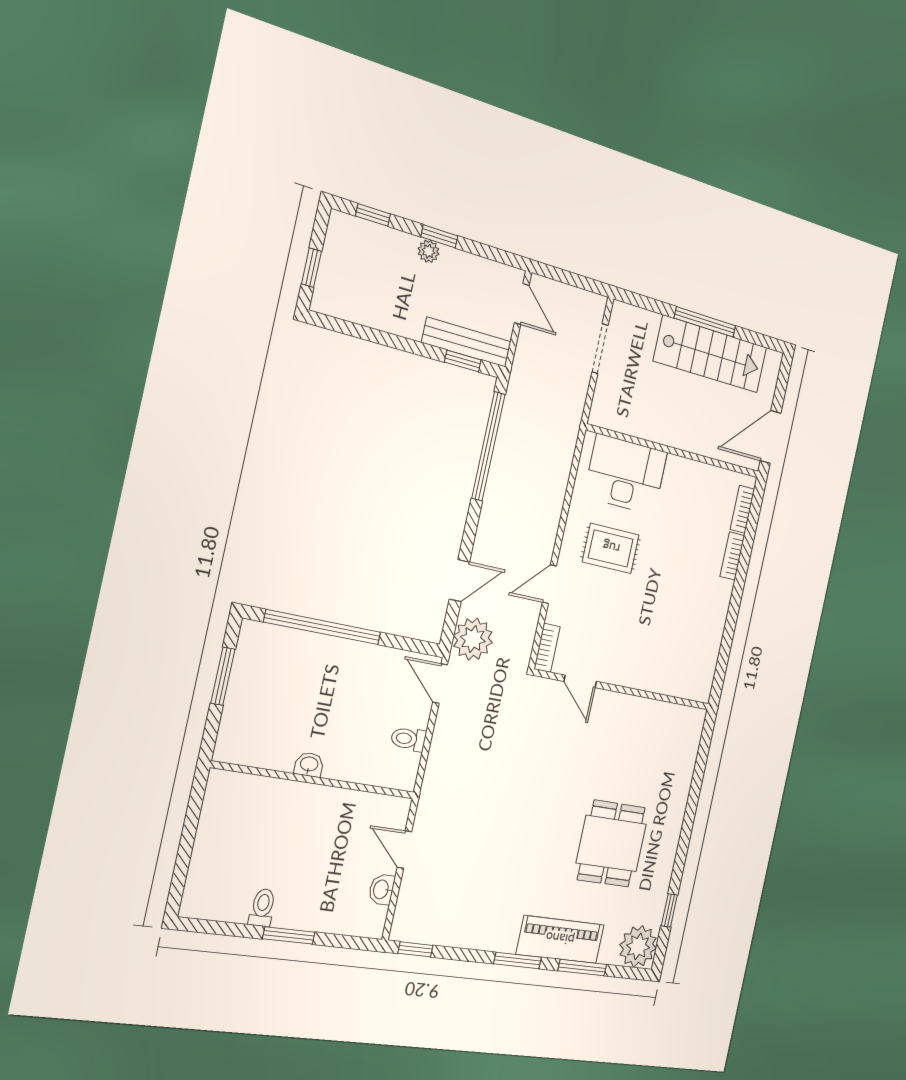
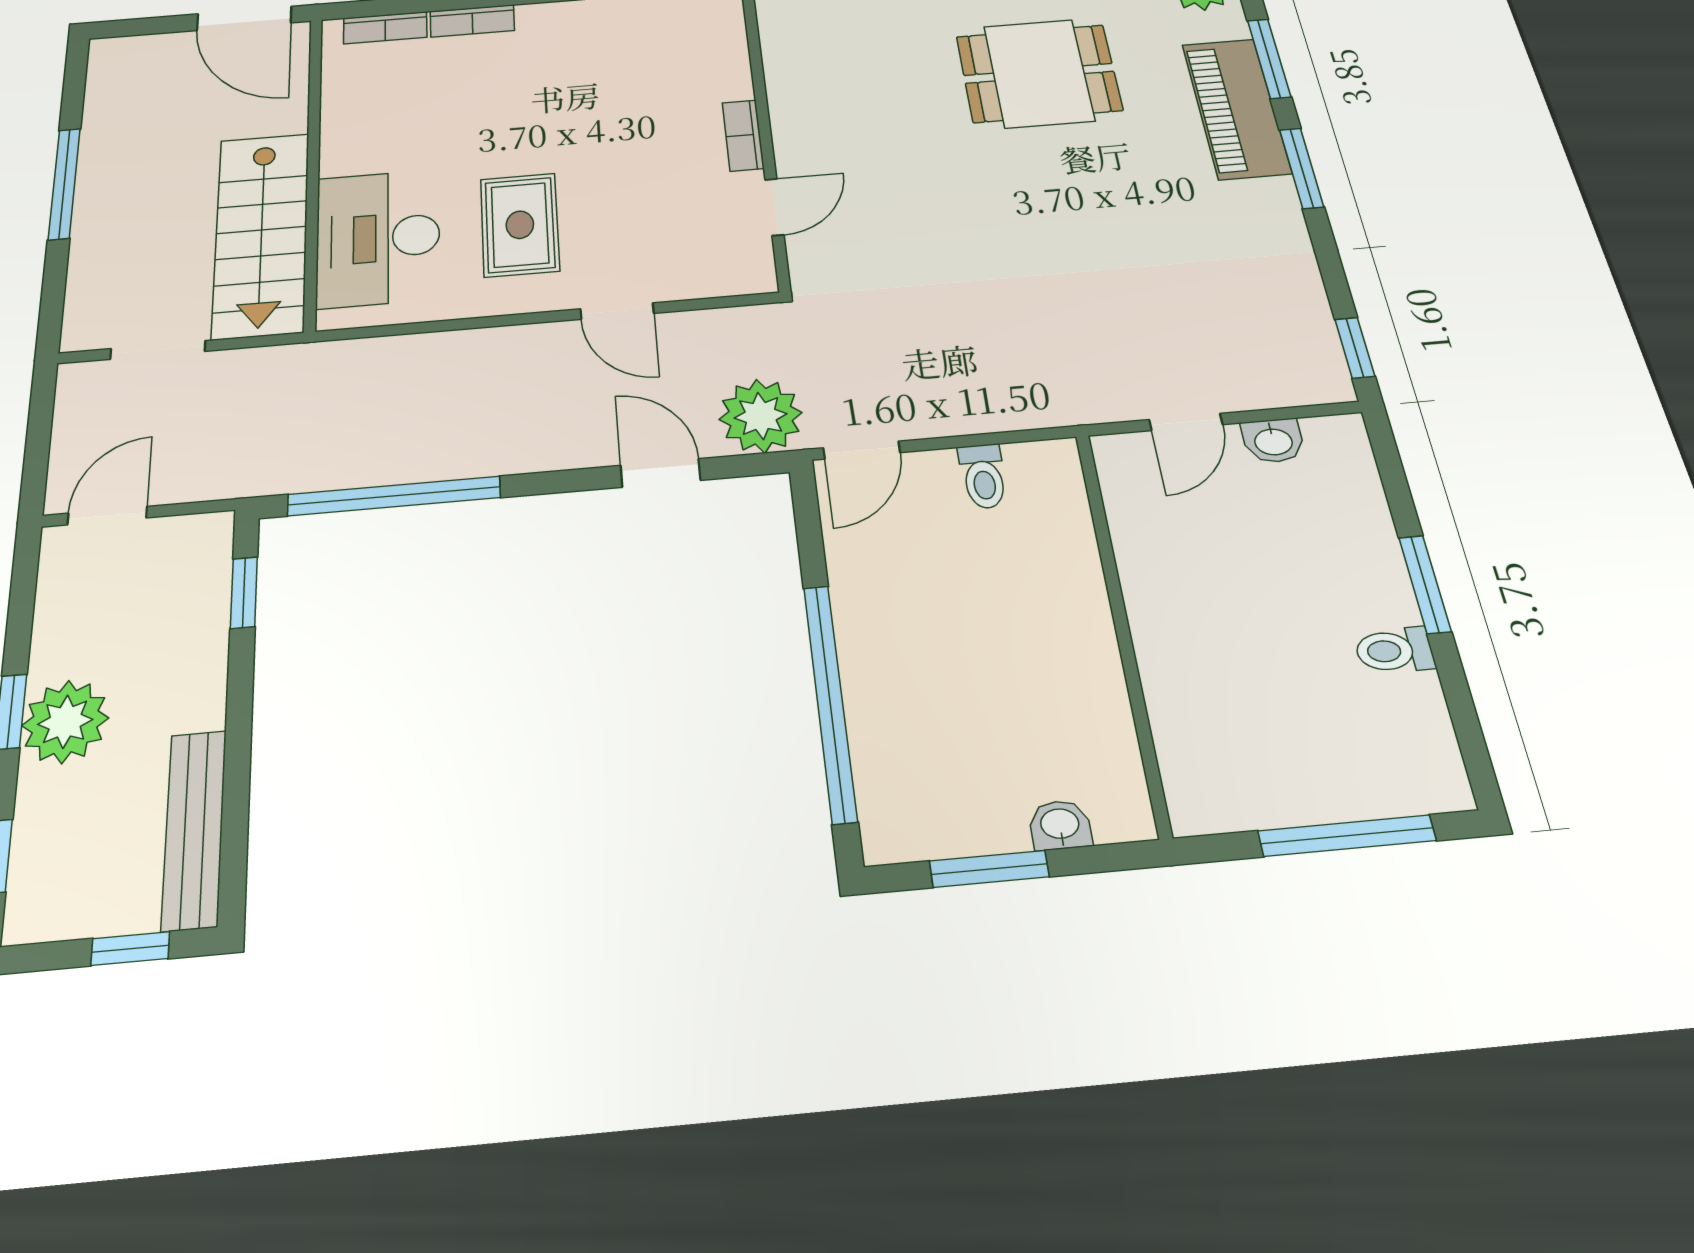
plant: (429, 251) -> (65, 722), width x1.88, depth x1.88
bench: (467, 342) -> (194, 829), moved
stairs: (711, 354) -> (261, 234), moved, turned 180
bookcase: (547, 648) -> (743, 135), moved, turned -90
washbasin: (309, 765) -> (1060, 825), moved, turned 90
window: (185, 850) -> (1347, 836), added

